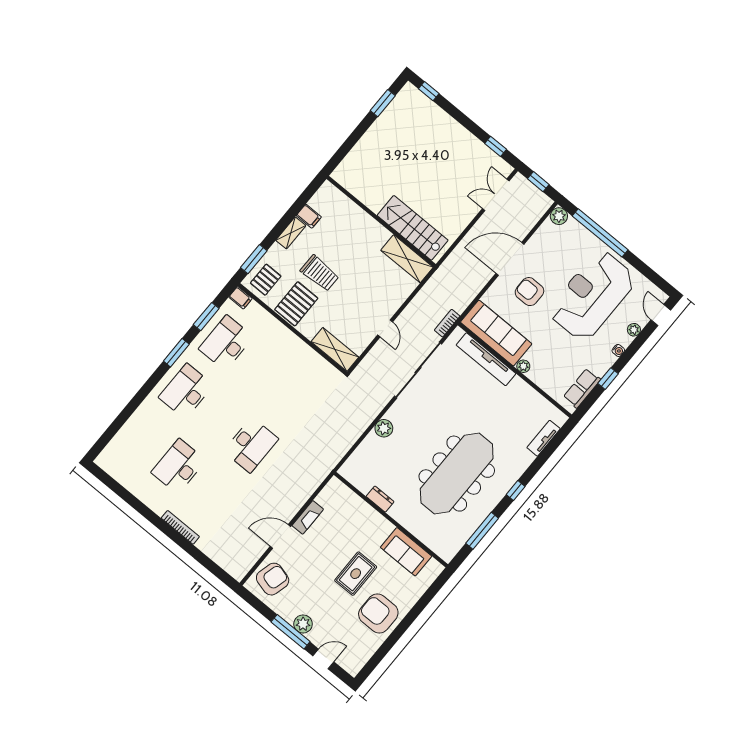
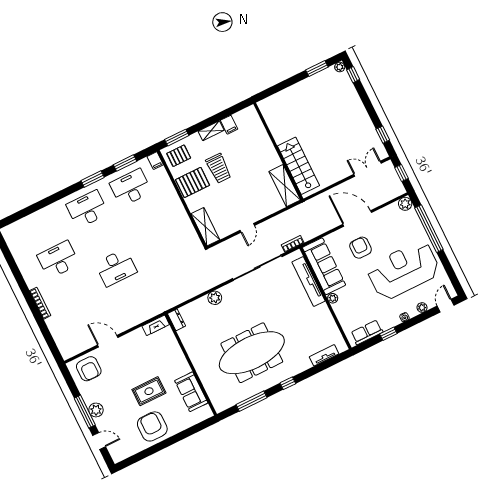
plant: (409, 89) -> (340, 67), added
dresser: (380, 499) -> (177, 320), moved
fireplace: (308, 517) -> (156, 325), moved
armchair: (273, 579) -> (89, 369), turned 75

